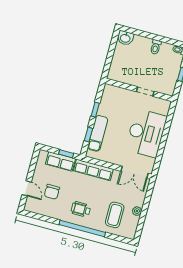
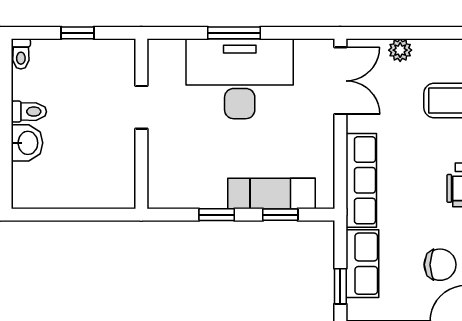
washbasin: (125, 38) -> (27, 143), moved
window: (165, 136) -> (234, 33), added
window: (66, 154) -> (340, 286), moved
plant: (137, 211) -> (400, 50), moved

